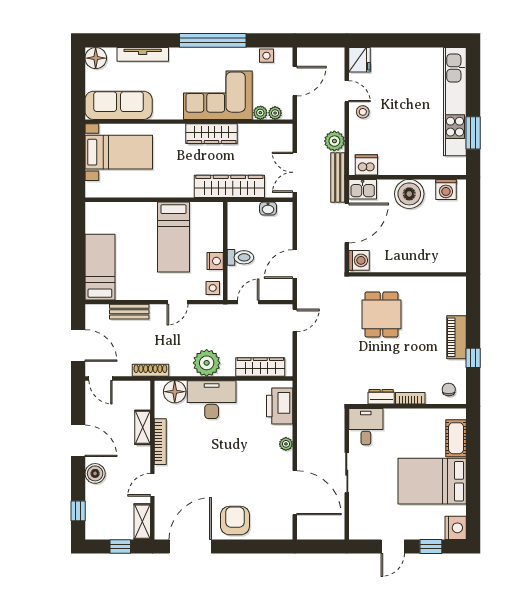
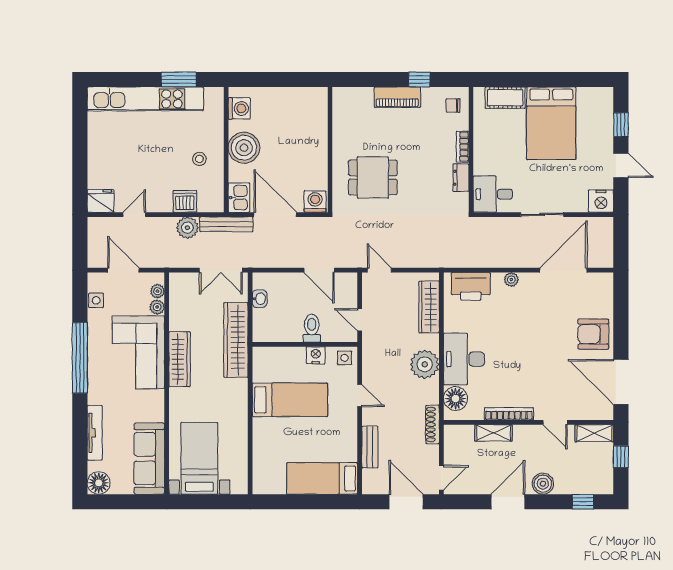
stool: (363, 112) -> (199, 159), moved
dishwasher: (366, 165) -> (185, 201), moved, turned 90
door: (78, 345) -> (406, 502), hinge flipped
nightstand: (456, 528) -> (601, 201), moved, turned 180

